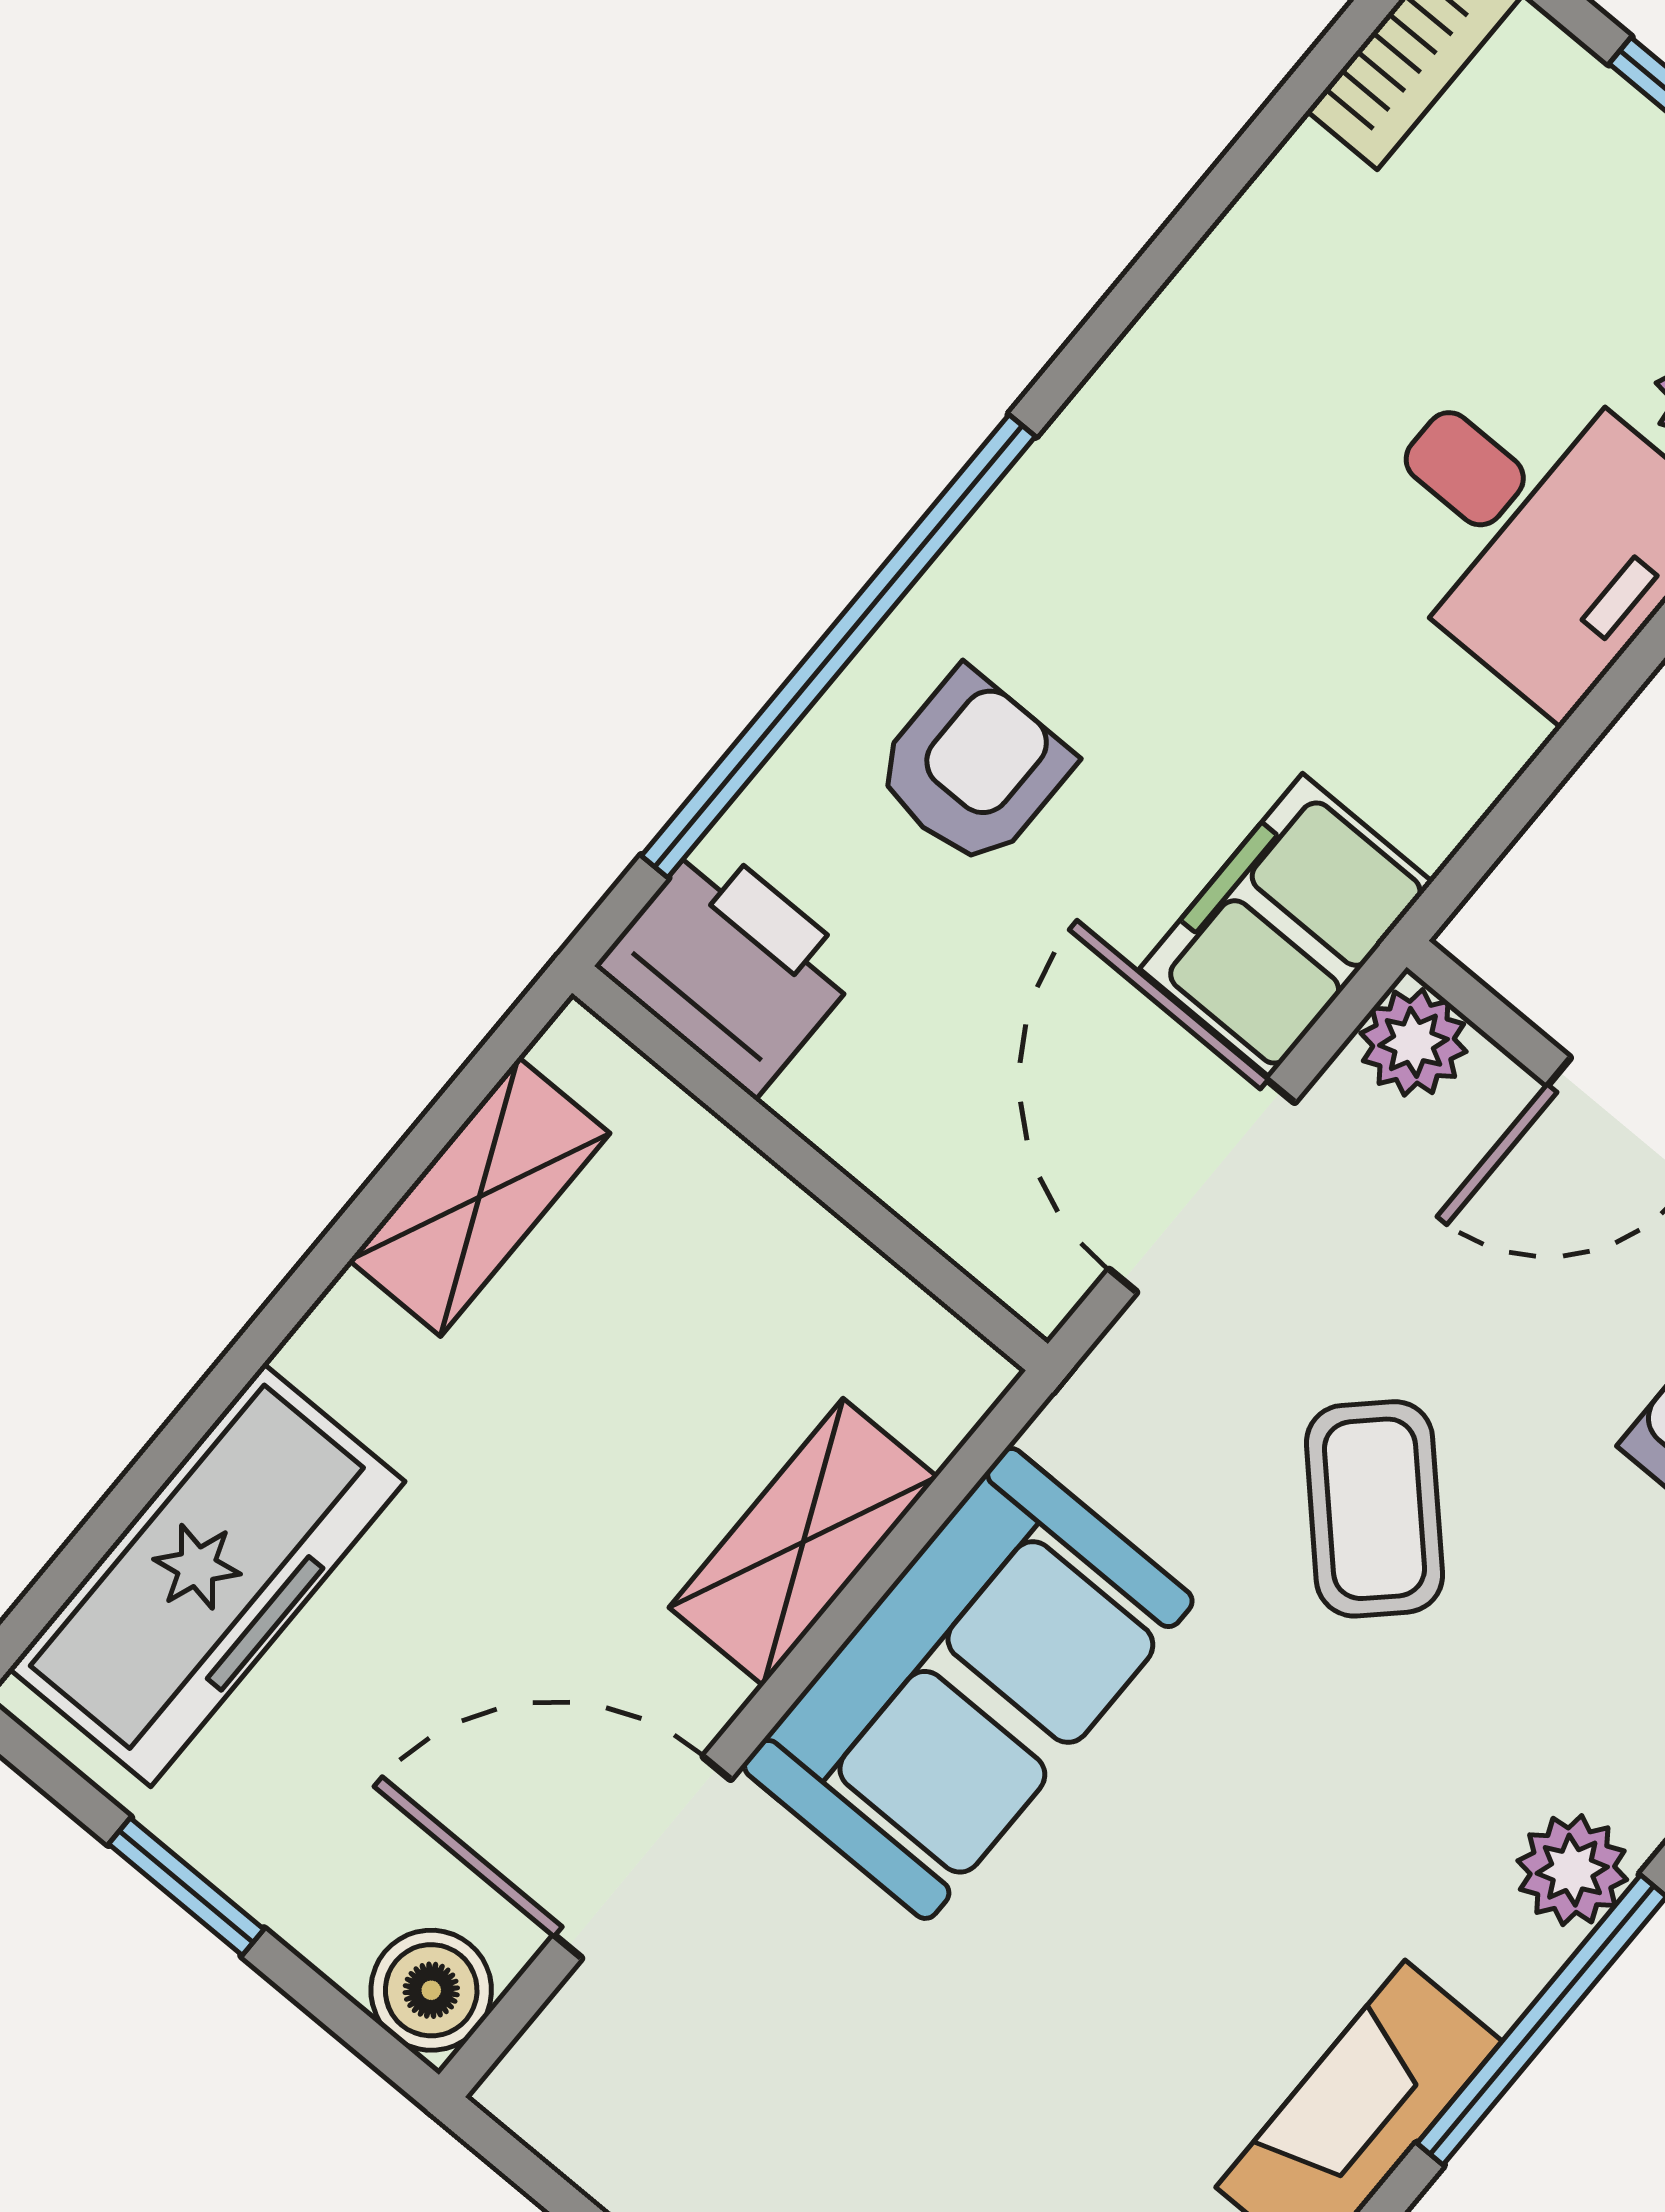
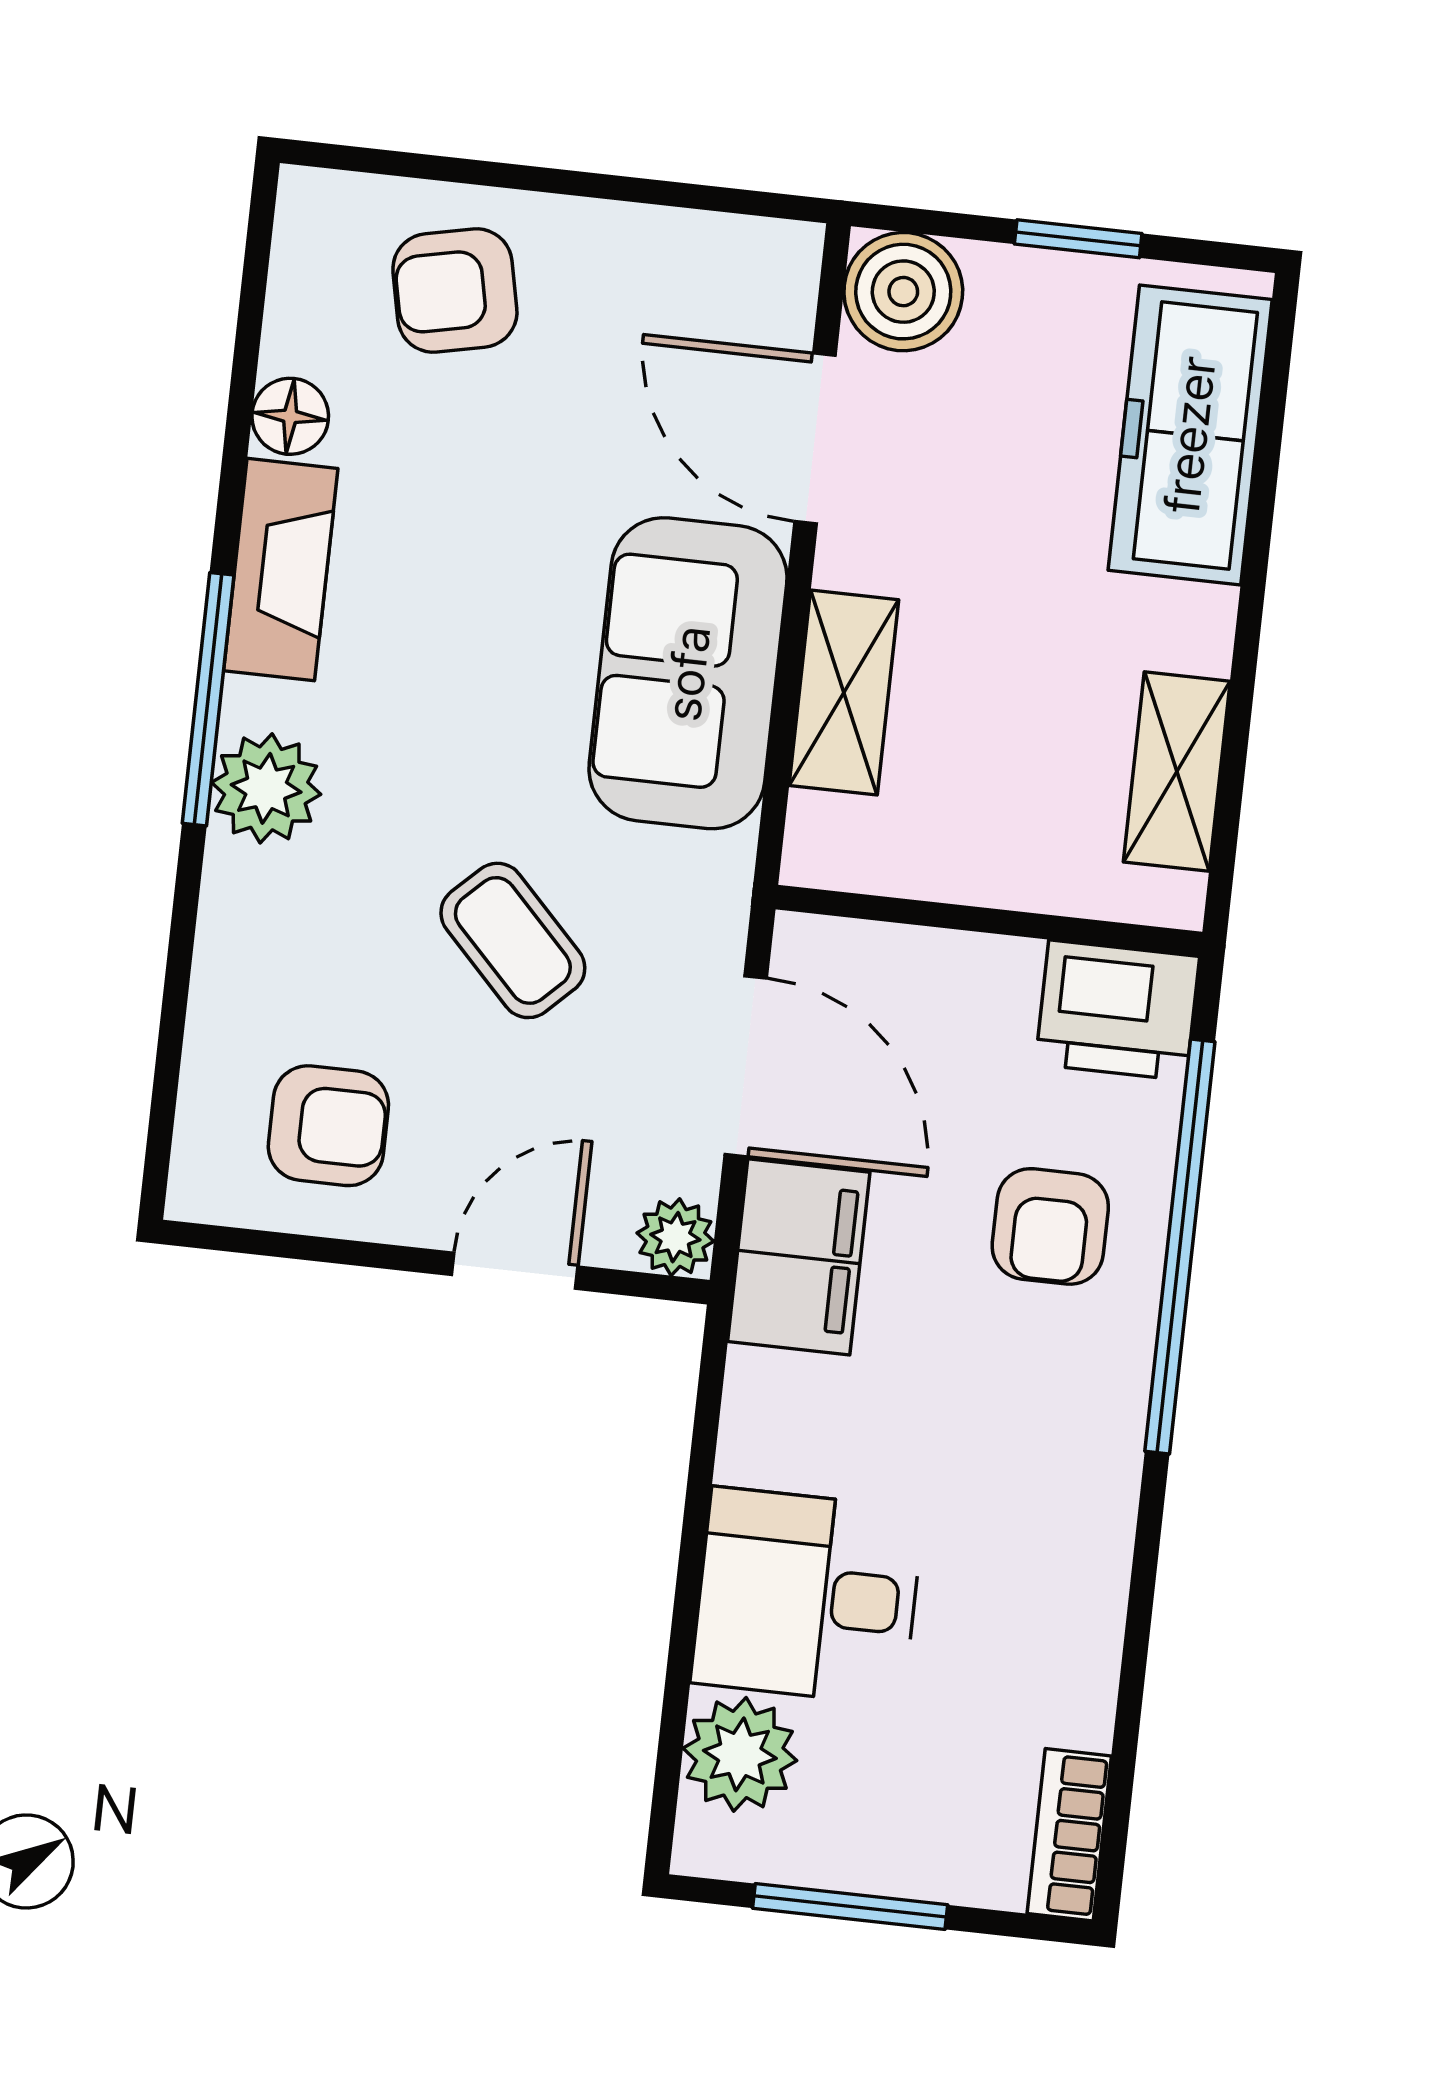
door: (642, 1857) -> (815, 438), swing flipped
plant: (1572, 1870) -> (266, 788), width x1.38, depth x1.38
boiler: (431, 1990) -> (903, 292), width x1.36, depth x1.36

